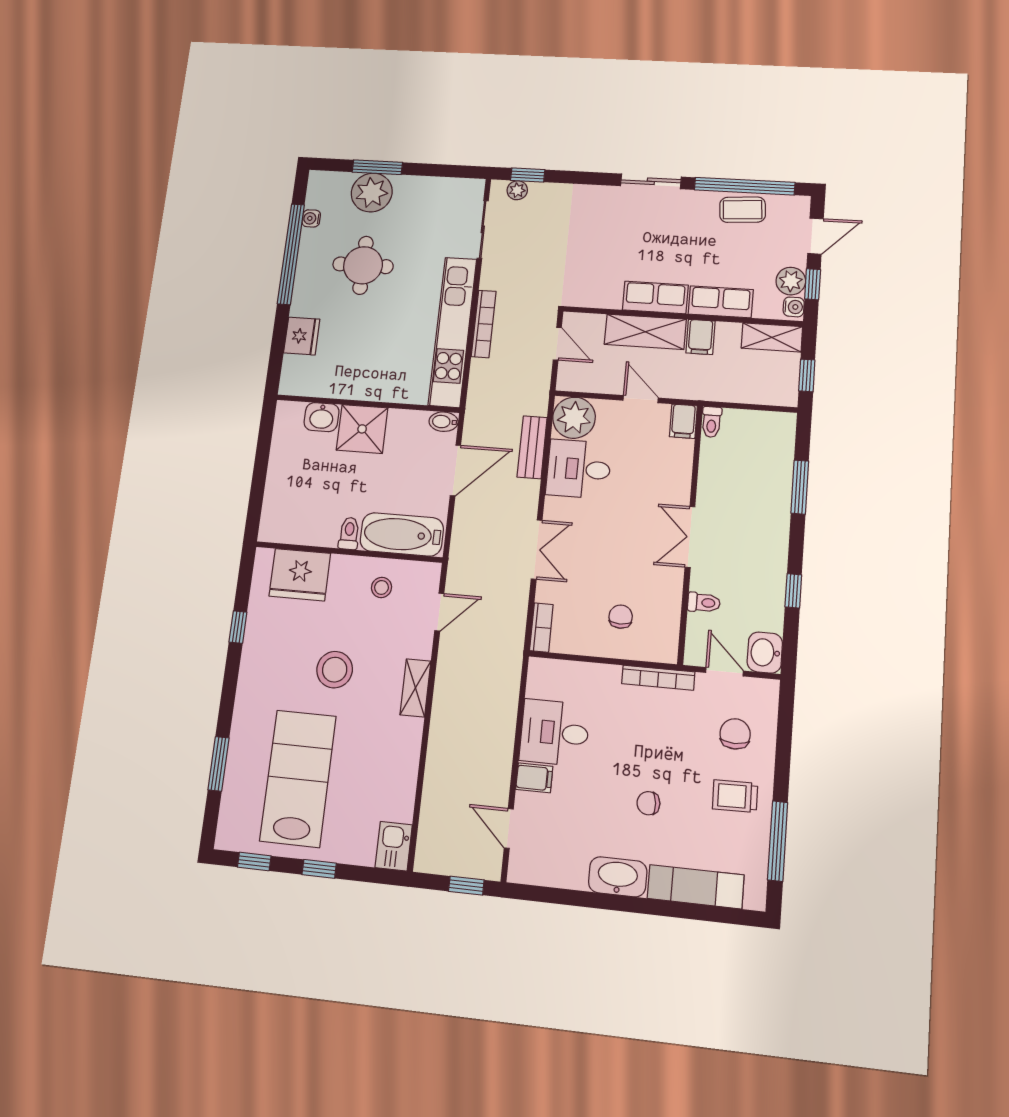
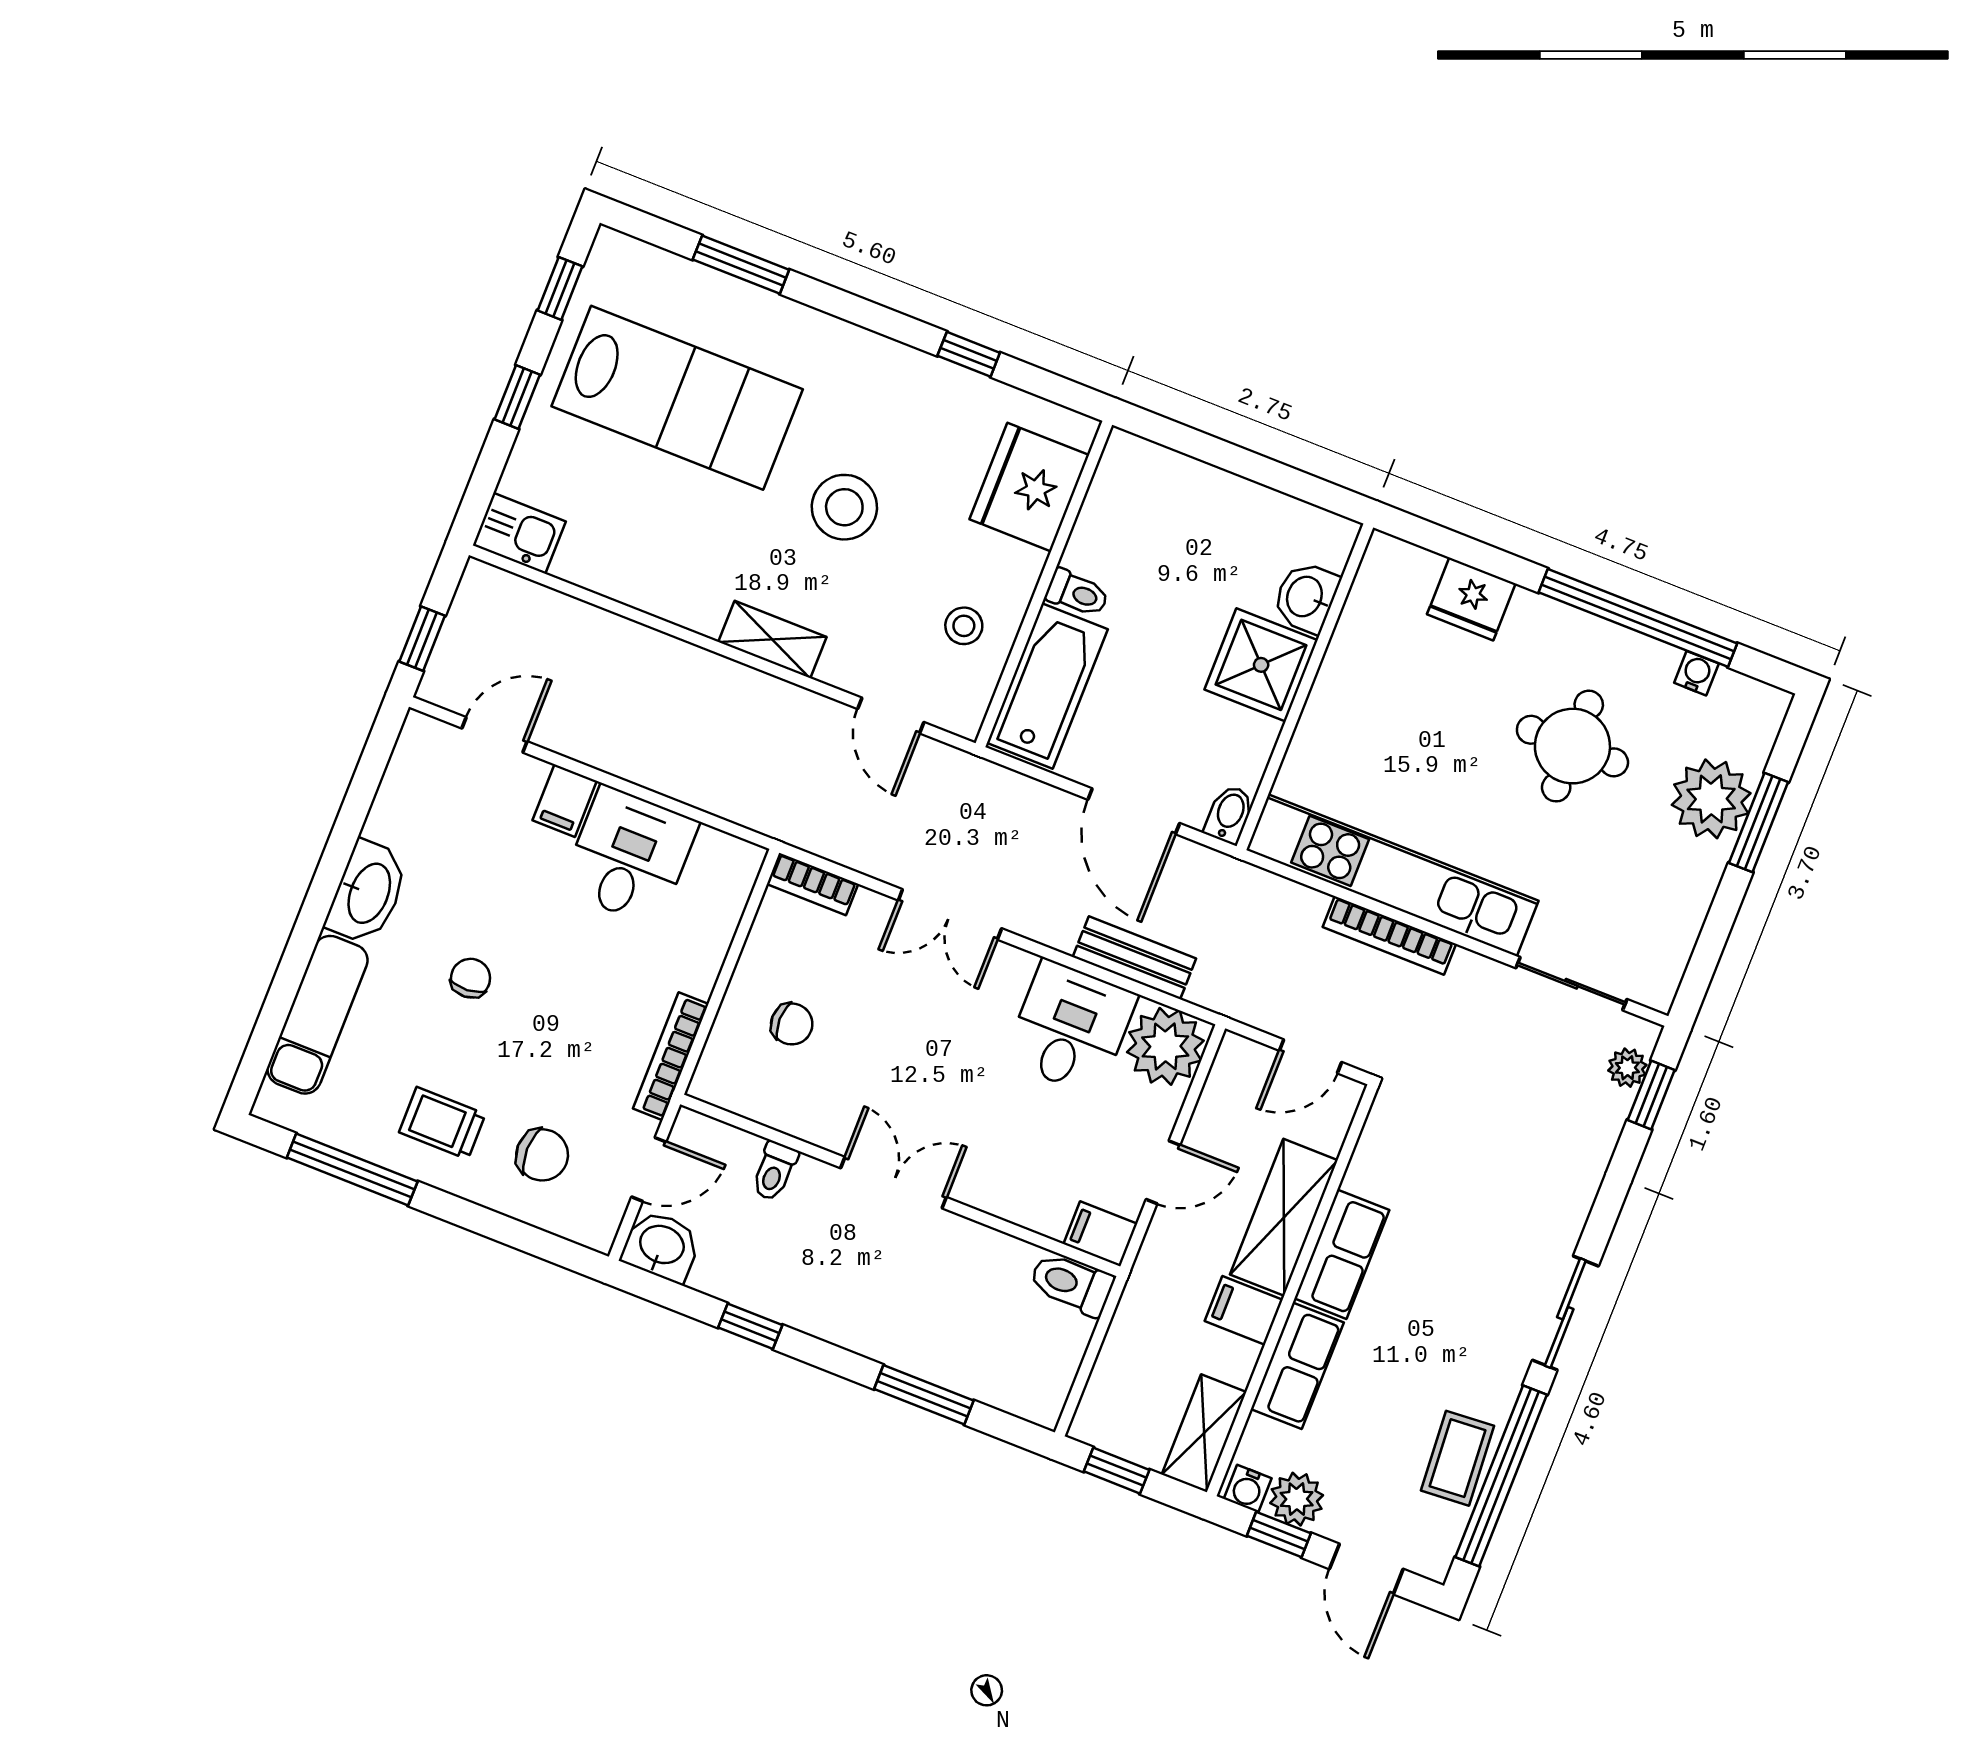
toilet: (712, 422) -> (1071, 1284), width x1.37, depth x1.39
trolley: (735, 796) -> (442, 1123), turned -89

